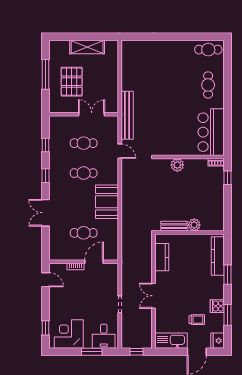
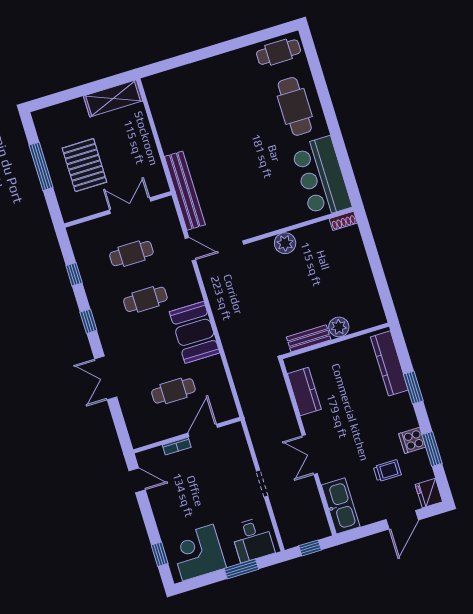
shelving: (87, 47) -> (113, 98), moved
cafe table: (208, 85) -> (295, 106), width x1.37, depth x1.35
window: (228, 178) -> (368, 239), removed
kitchen sink: (171, 341) -> (341, 506), moved, turned 90

